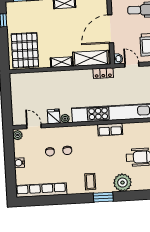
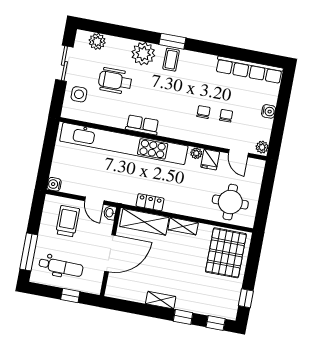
locker: (103, 73) -> (150, 202), moved
round table: (31, 89) -> (230, 202), added
coffee table: (90, 182) -> (171, 60), moved

